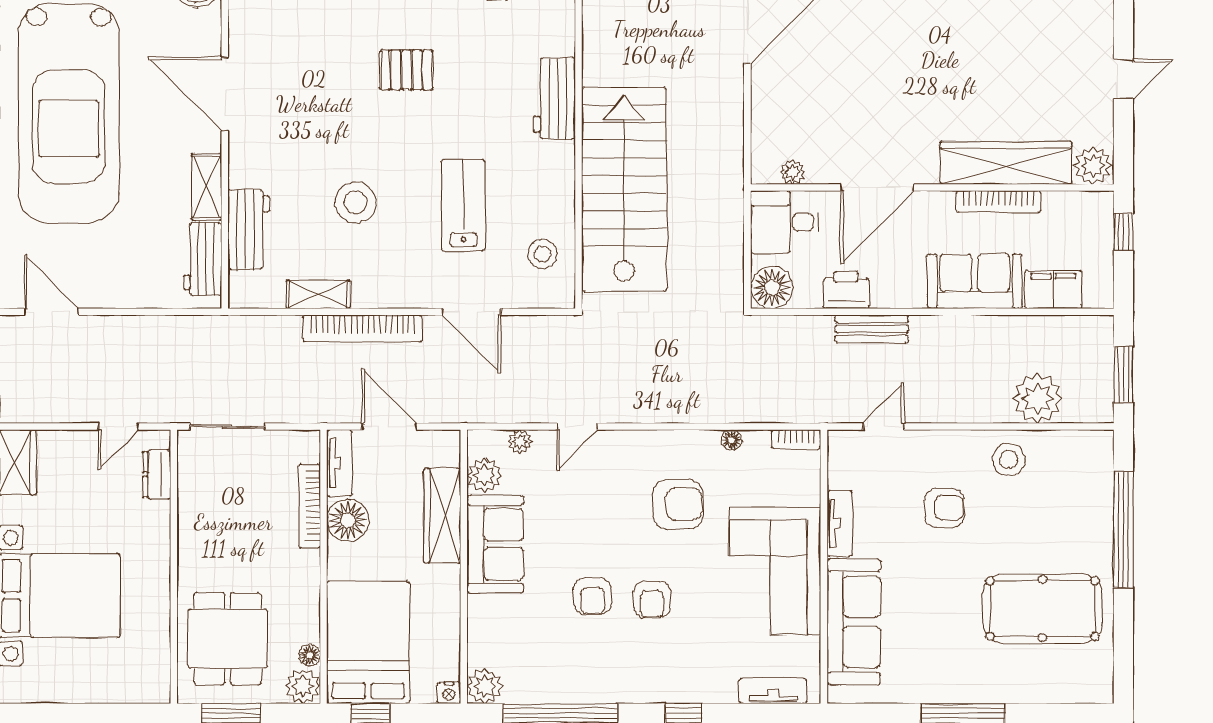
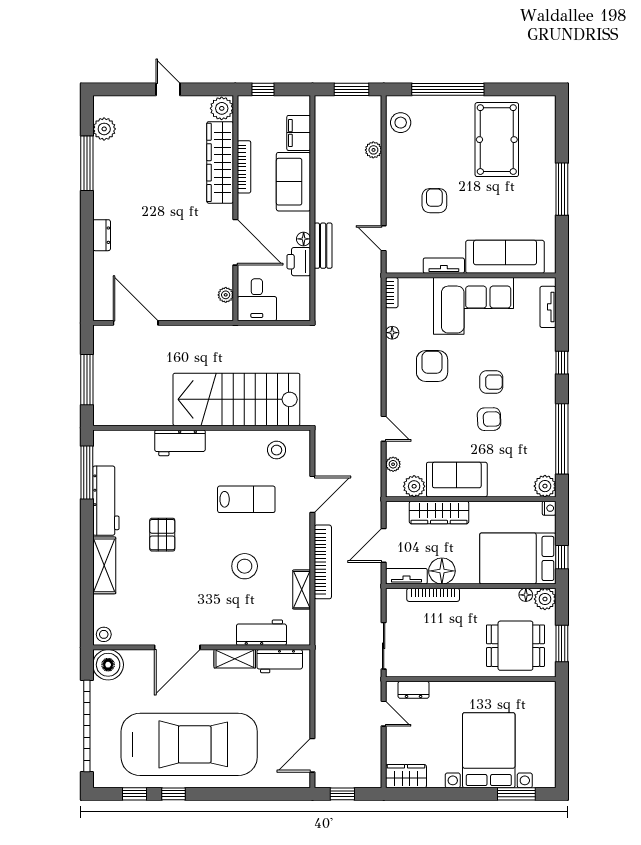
lab bench: (463, 205) -> (246, 499), turned 180
floor lamp: (772, 288) -> (304, 239), moved, width x0.53, depth x0.53
plant: (1038, 398) -> (373, 150), width x0.53, depth x0.53
stool: (1009, 459) -> (401, 123), moved

